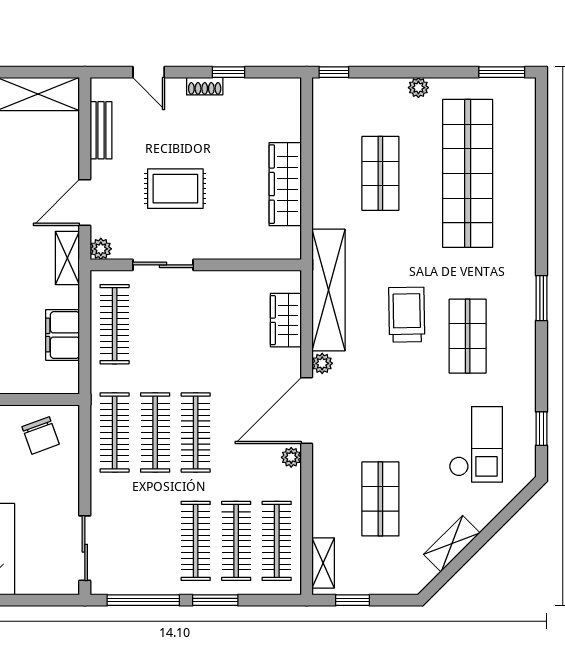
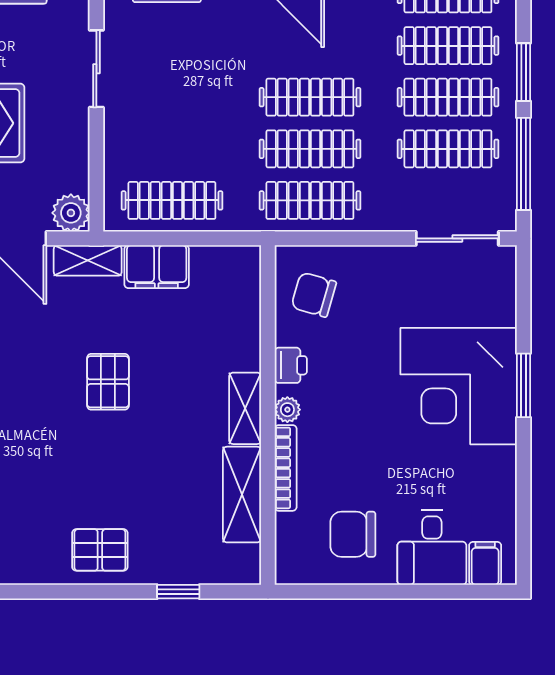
plant: (101, 249) -> (71, 213), width x1.38, depth x1.38
sliding door: (163, 265) -> (96, 69), moved
filing cabinet: (63, 335) -> (157, 267), moved
chair: (41, 435) -> (314, 295), turned -144
clothes rail: (155, 541) -> (448, 149), added

